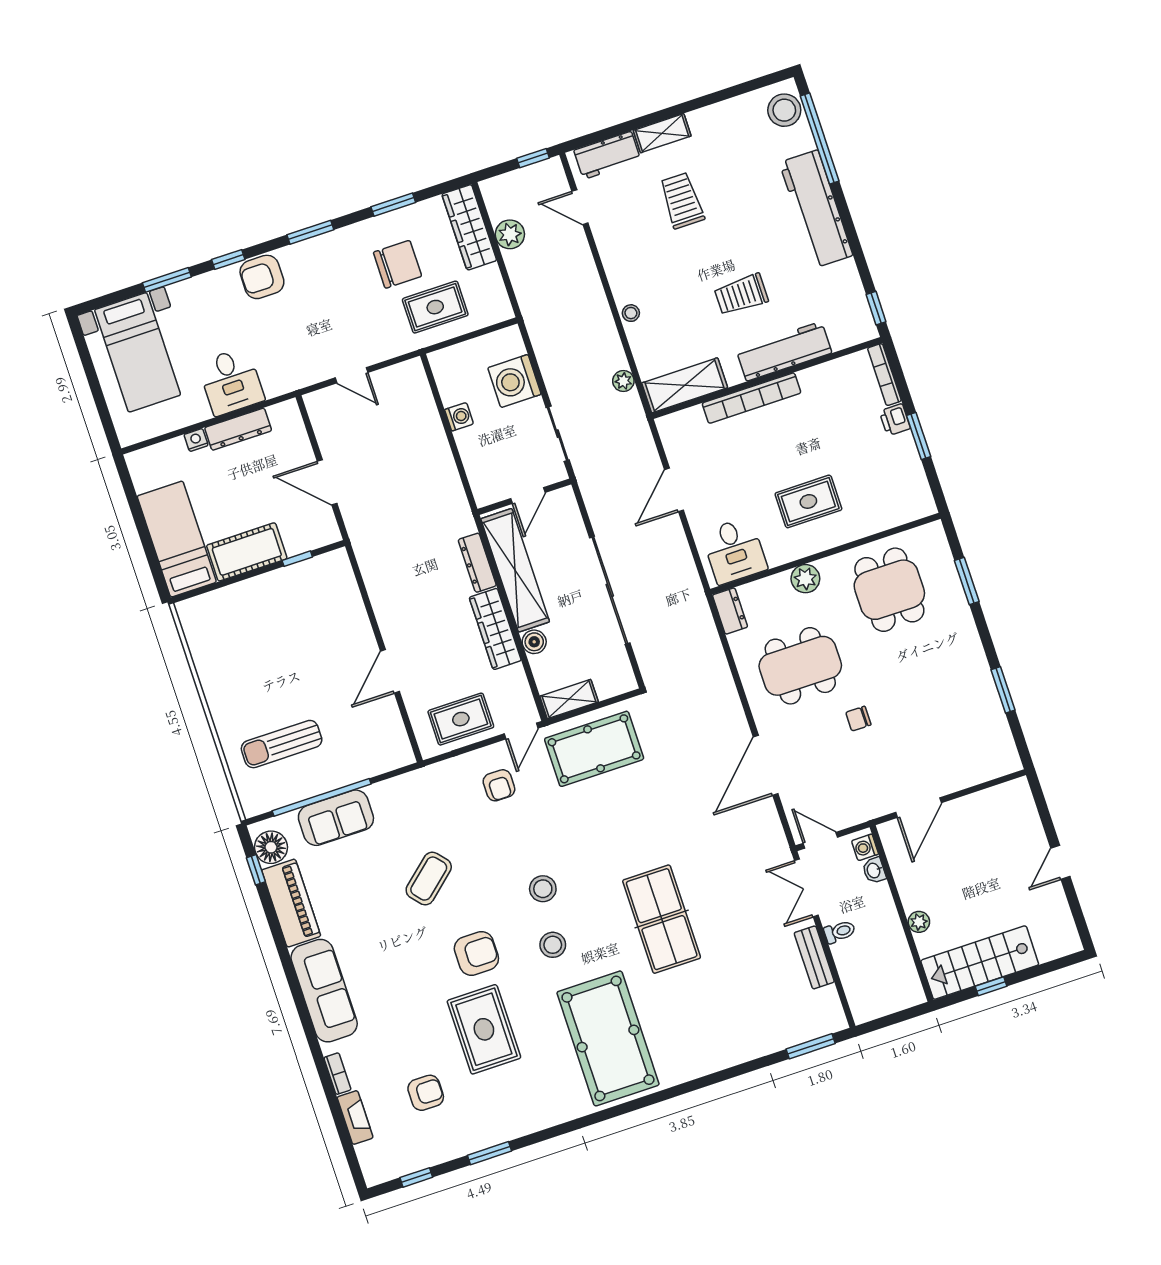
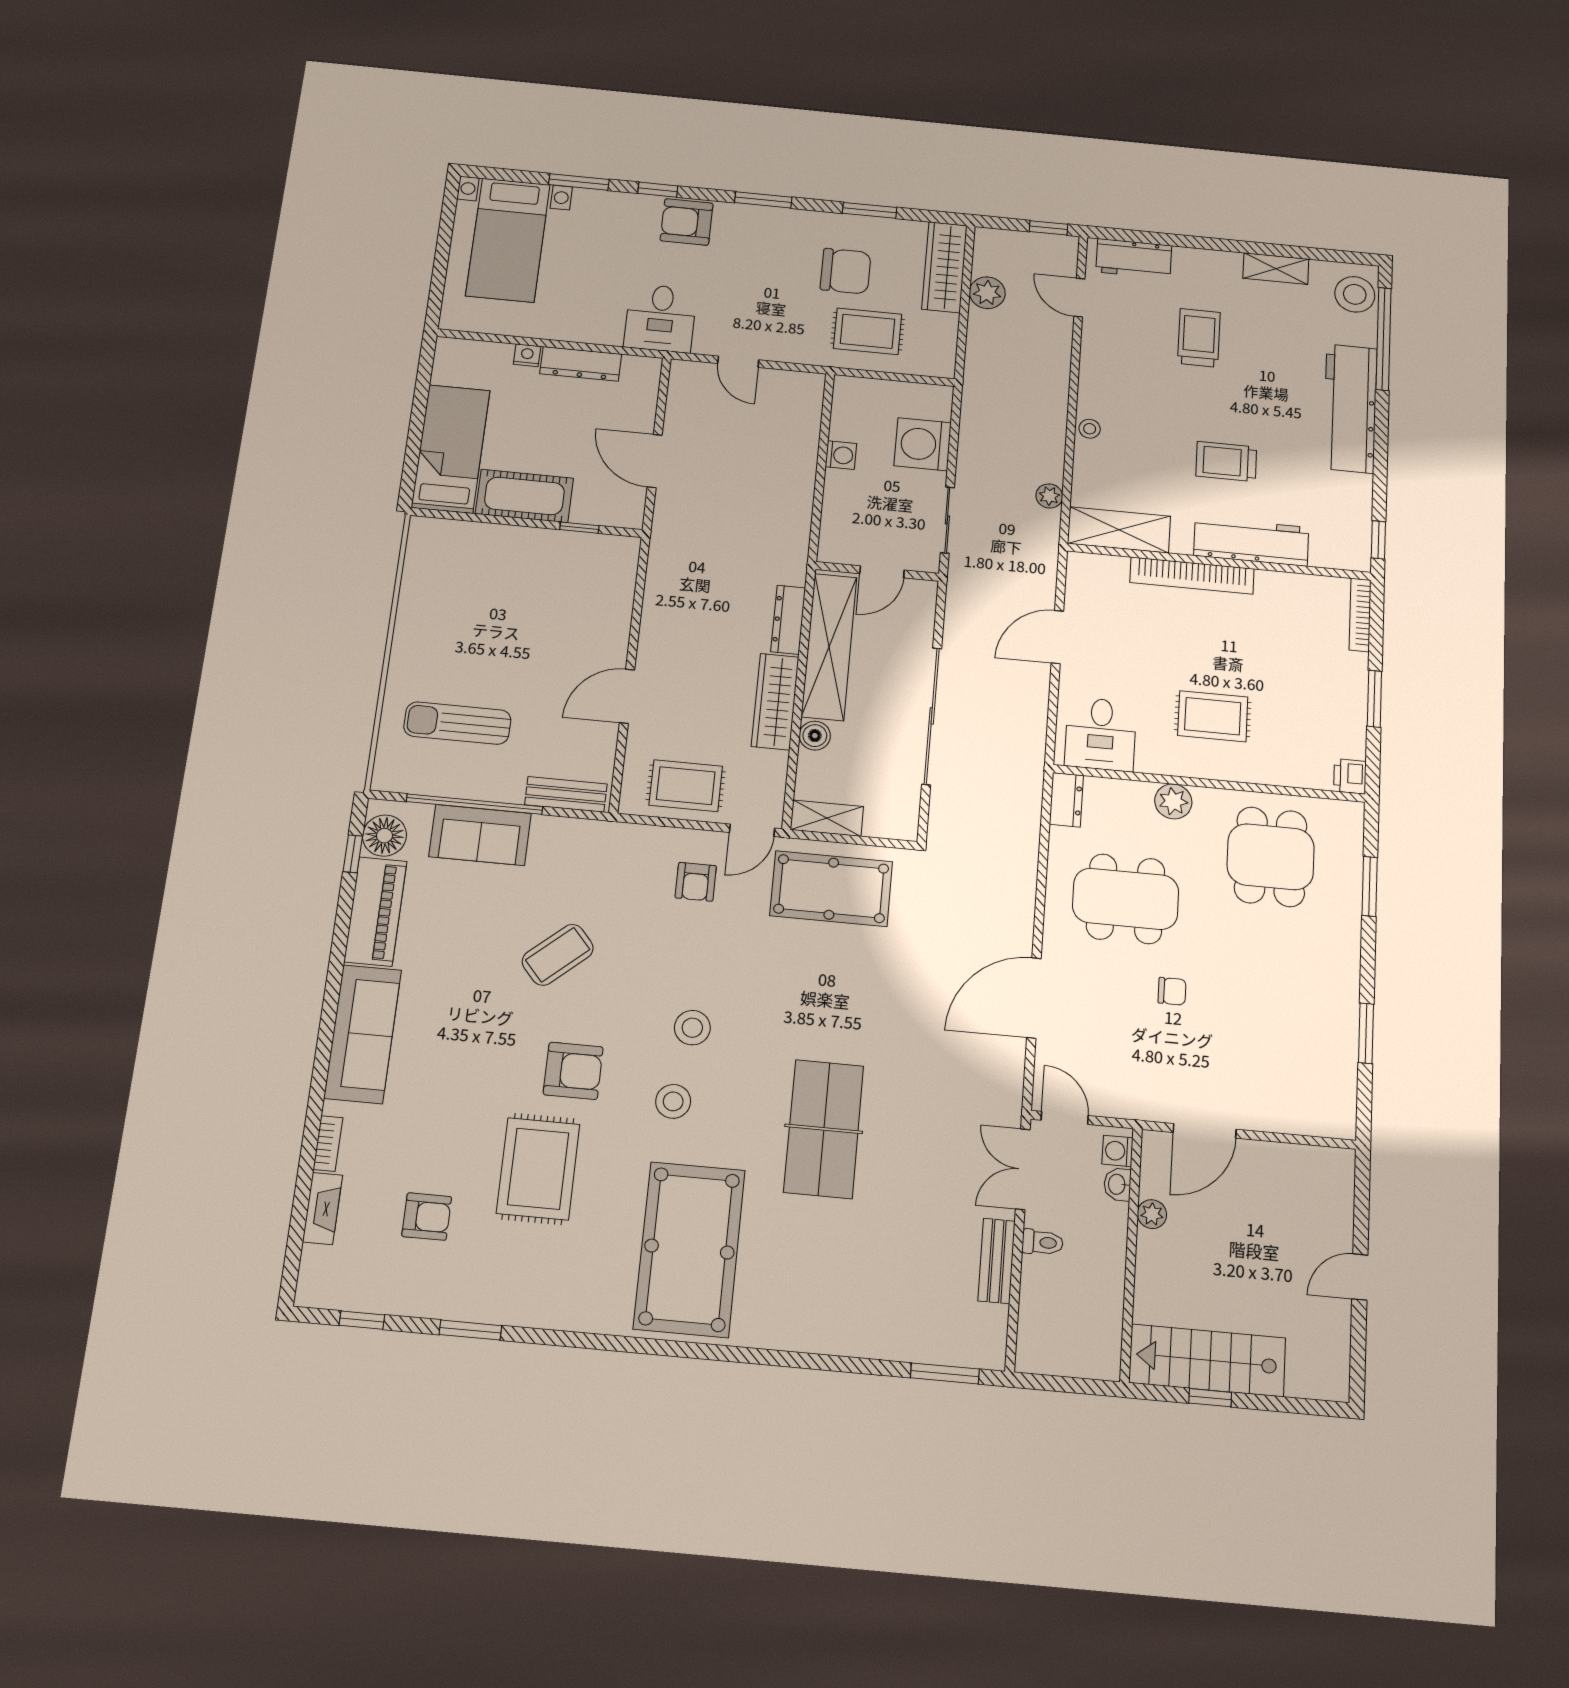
shelving: (662, 133) -> (1276, 269), moved
desk: (231, 381) -> (660, 318), moved
printer: (895, 420) -> (1350, 776), moved
chair: (858, 719) -> (1172, 991), turned 180
bench: (381, 762) -> (566, 794), added
plant: (919, 922) -> (1152, 1214), moved

